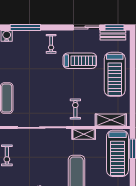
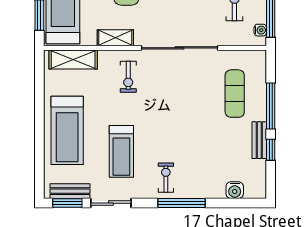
window: (25, 27) -> (181, 203), moved
treadmill: (80, 61) -> (121, 151), turned -90
treadmill: (115, 74) -> (67, 130), turned 180

